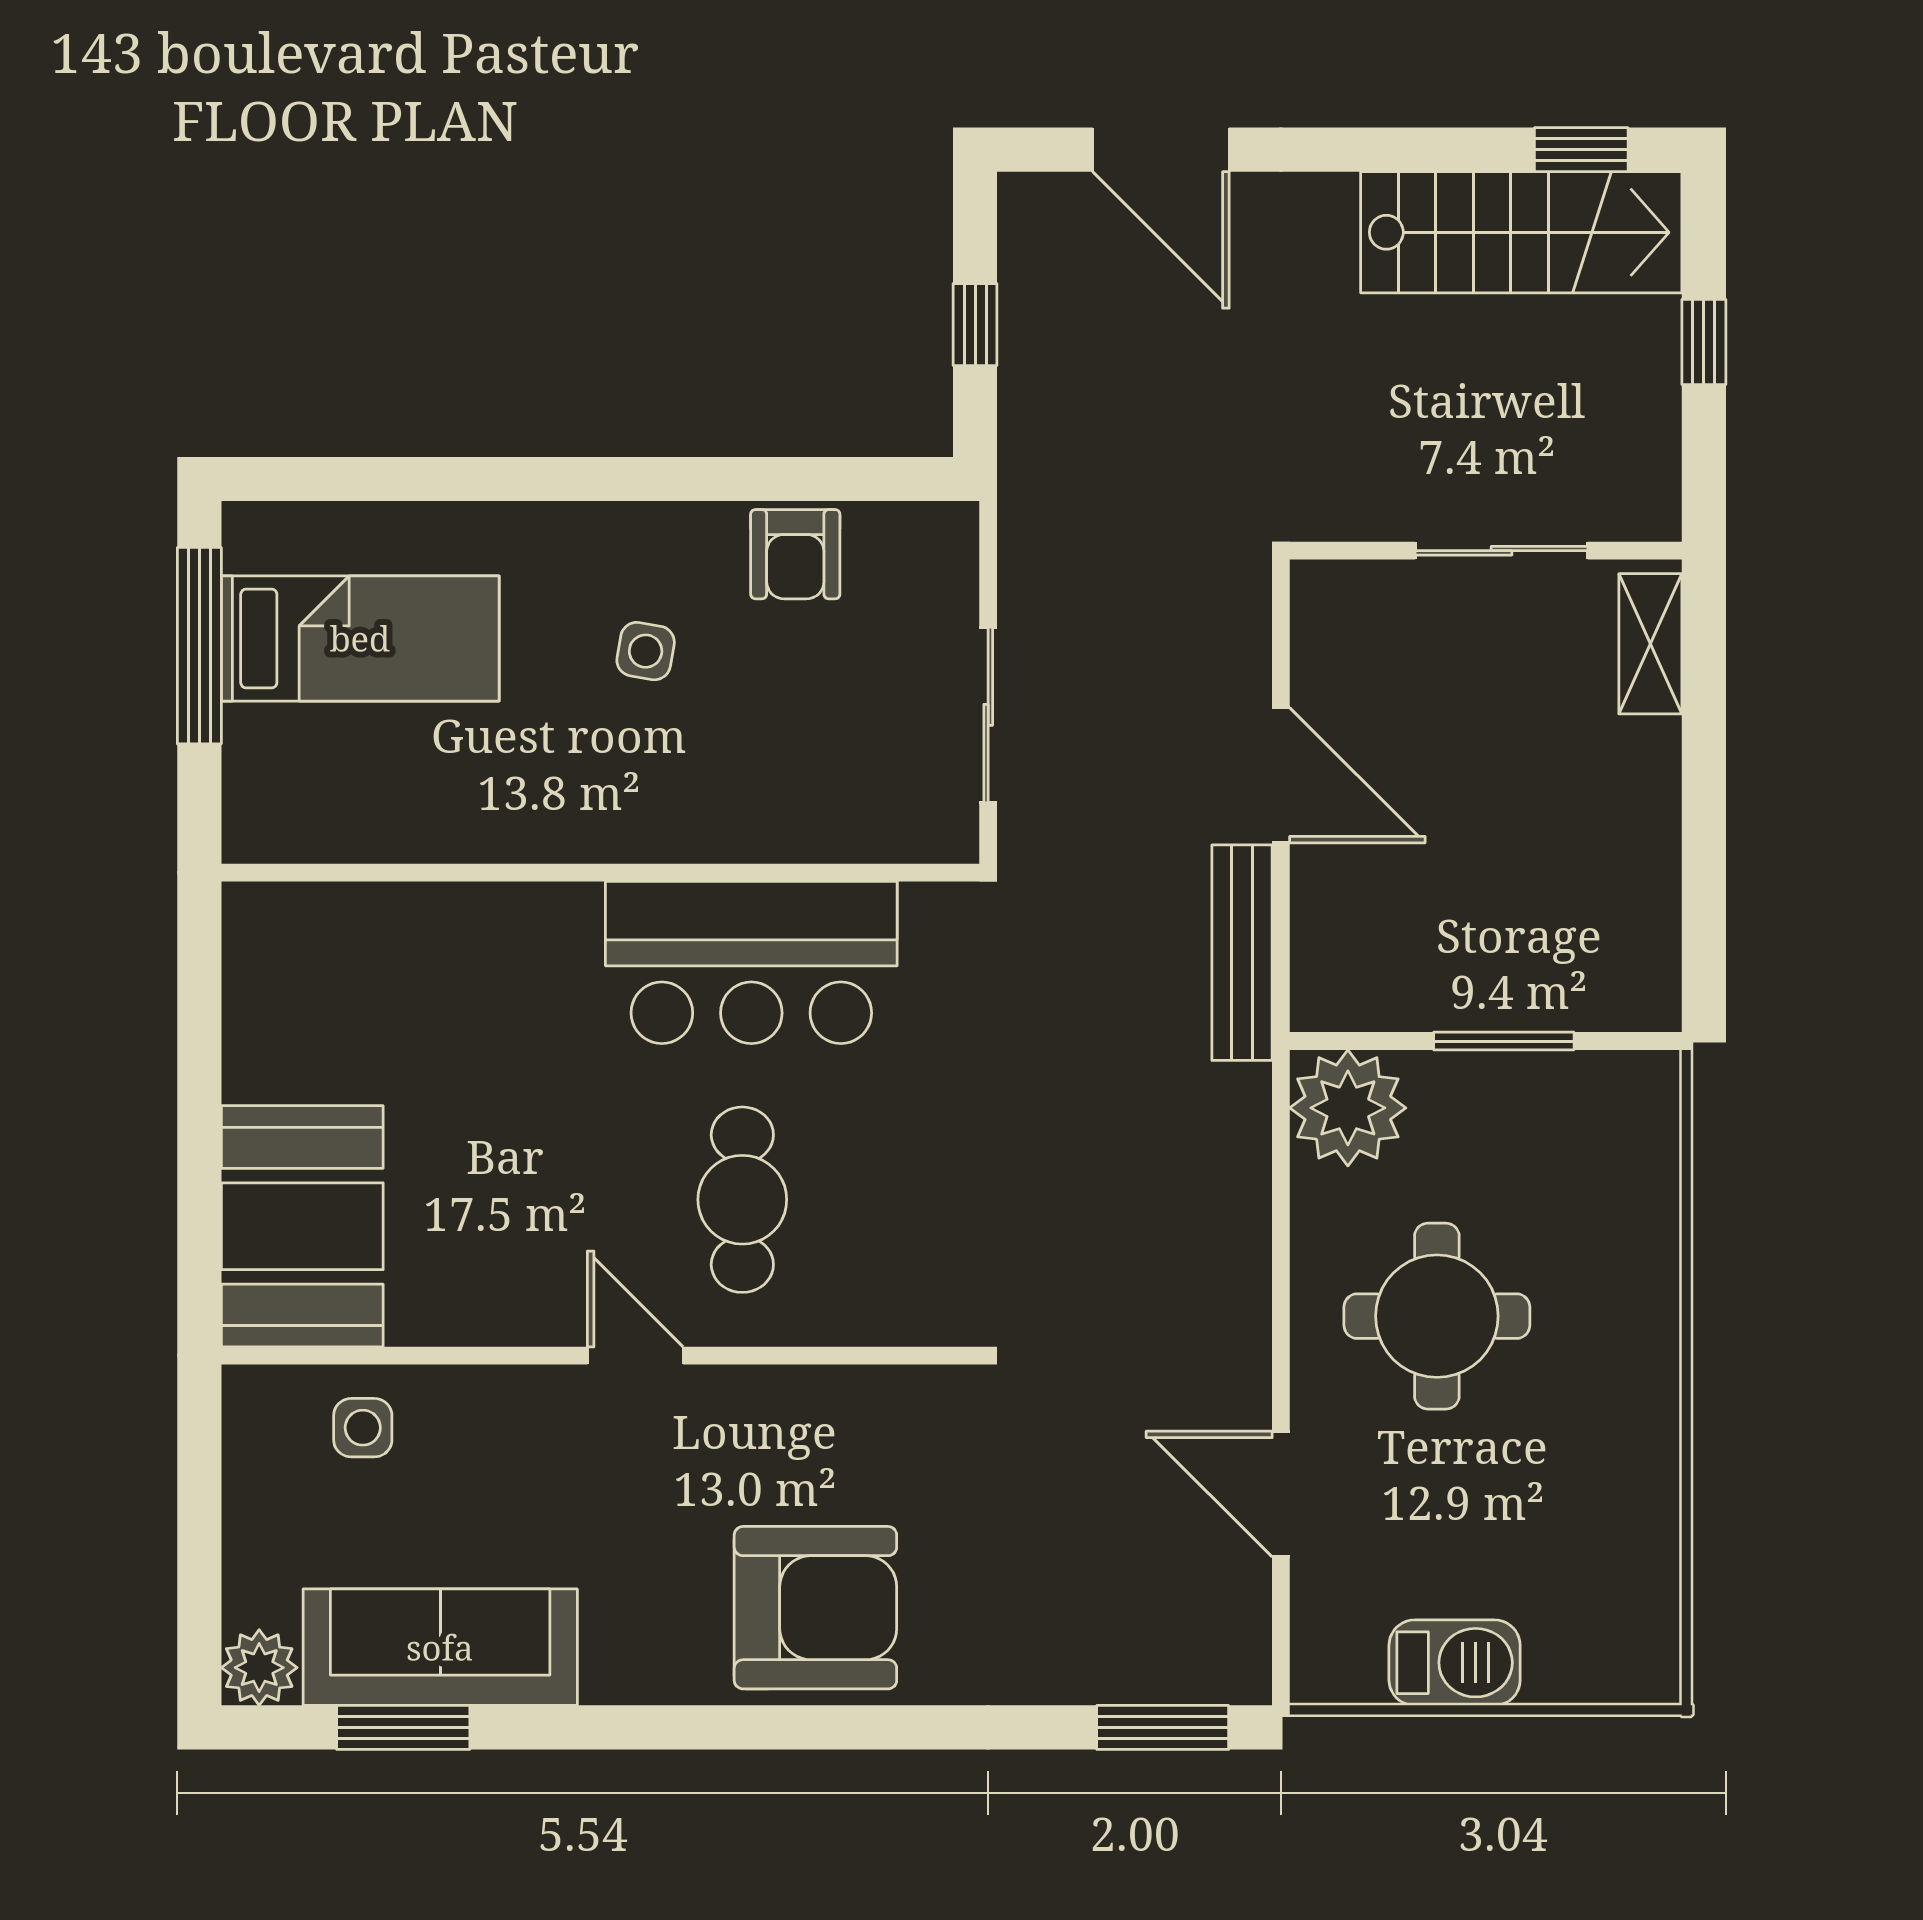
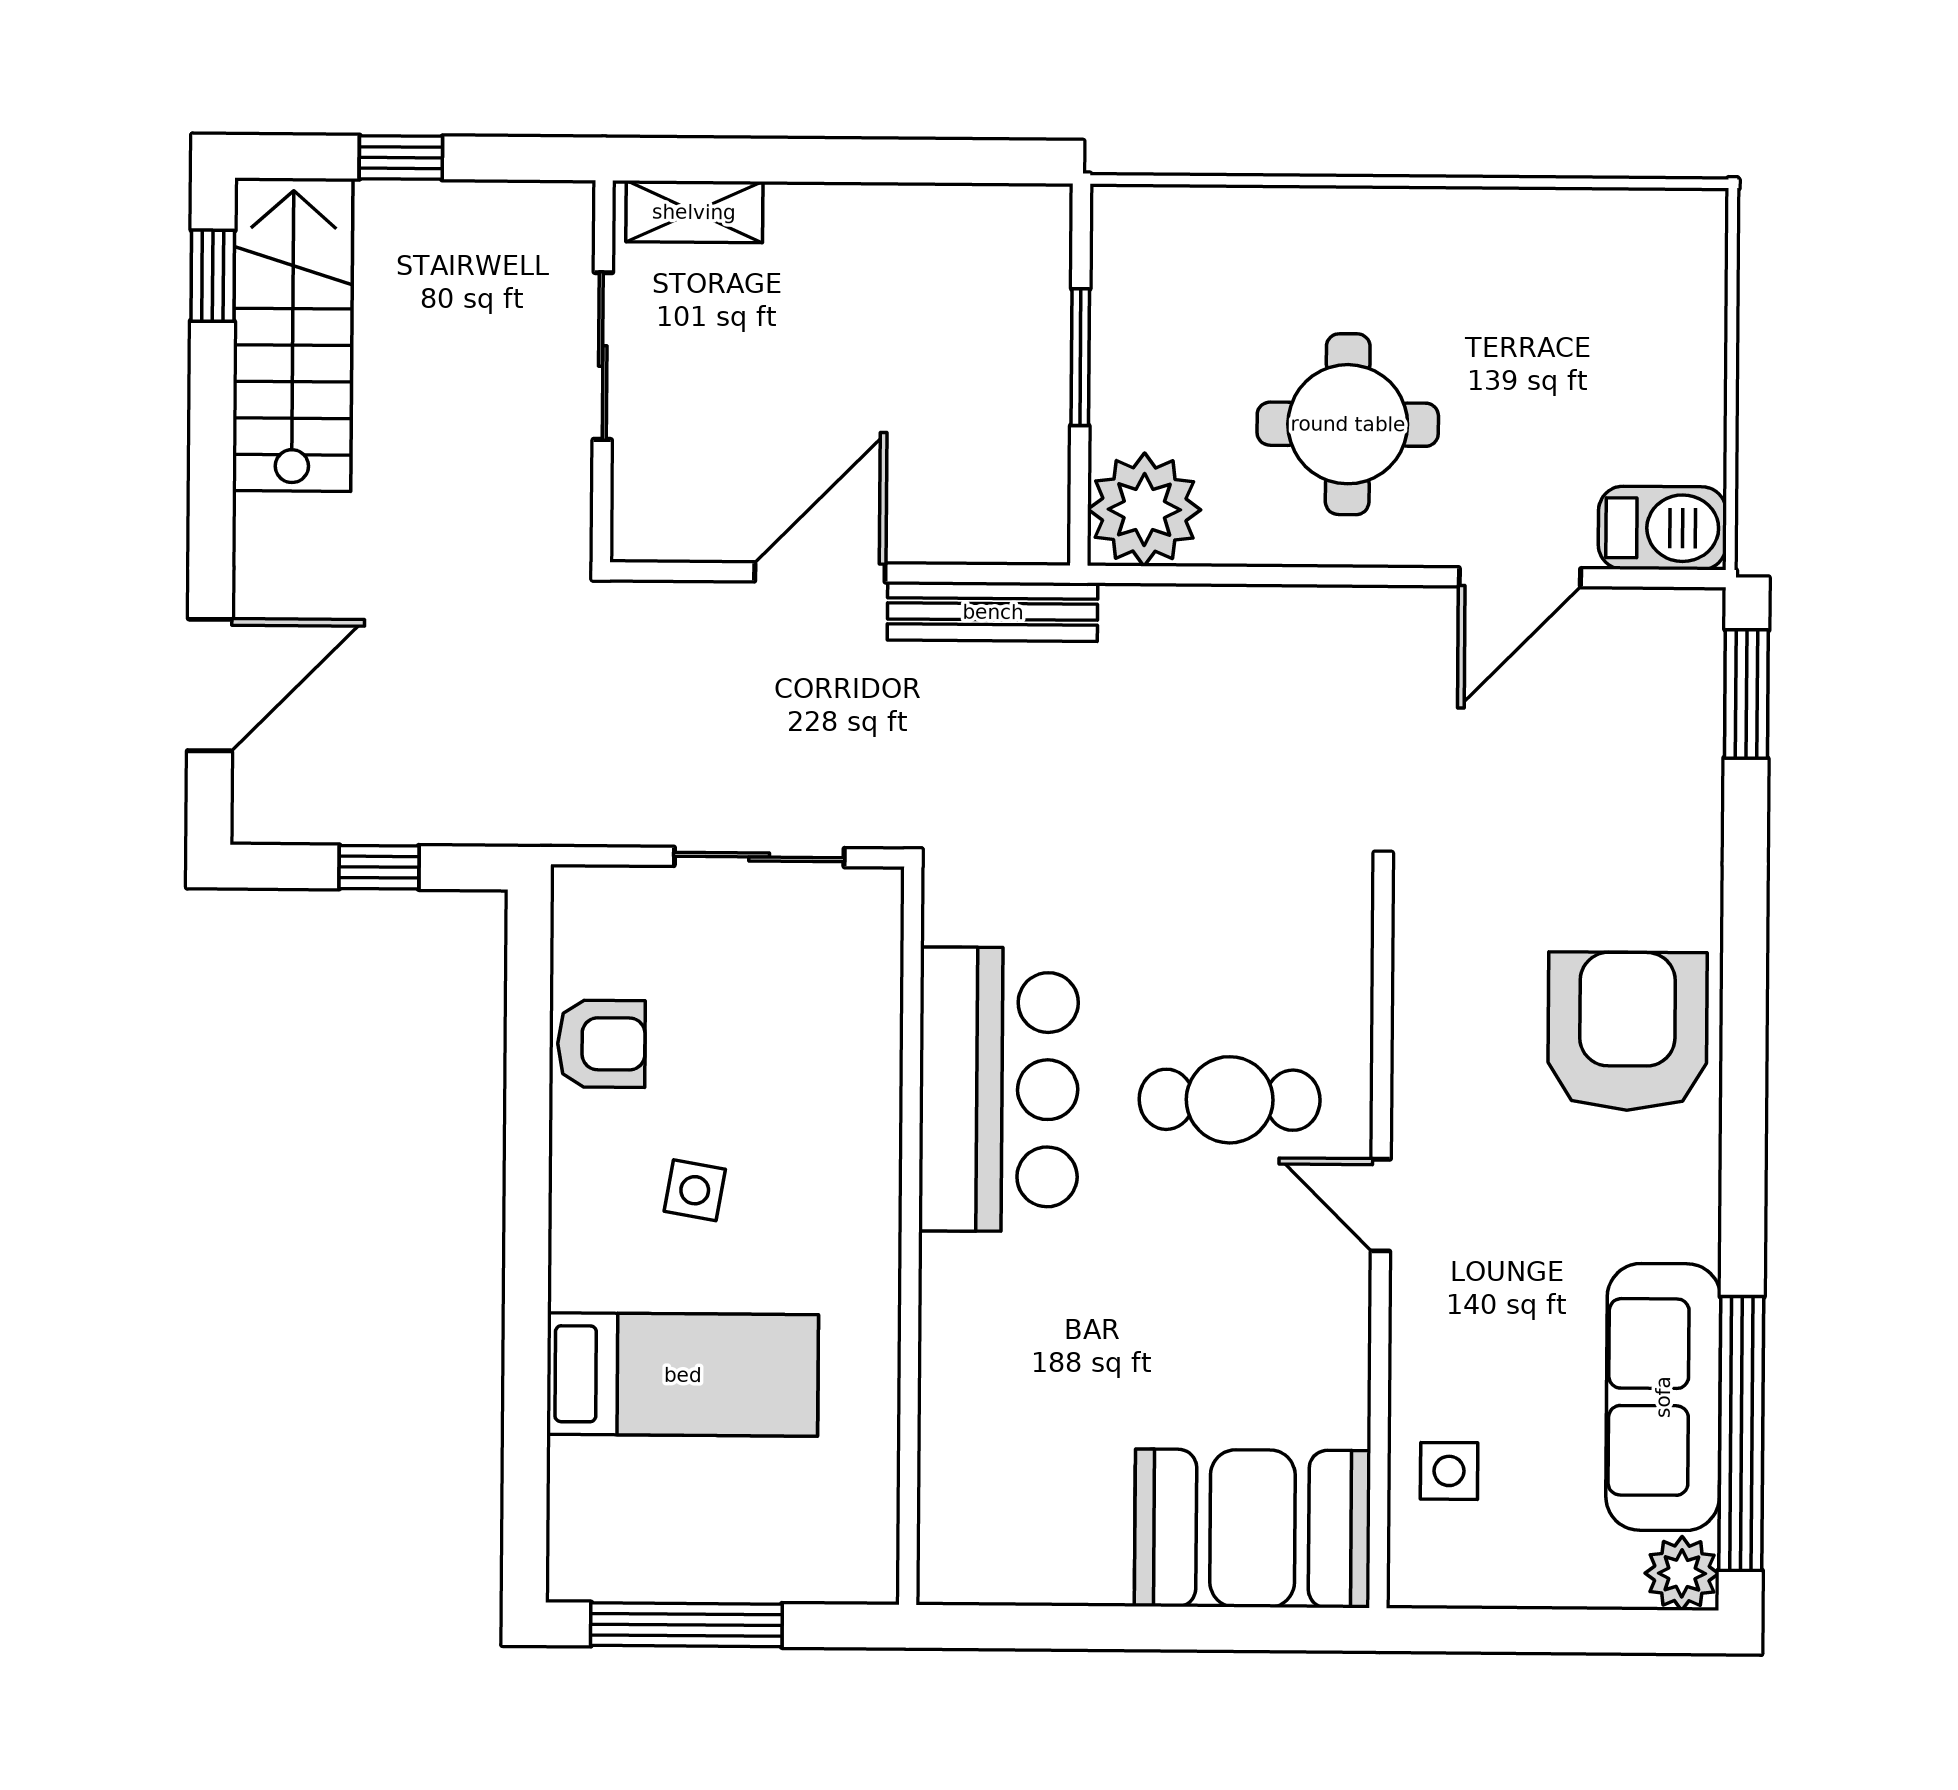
bed: (360, 638) -> (683, 1375), moved, turned 90
door: (635, 1356) -> (1381, 1205), hinge flipped
barbecue: (1455, 1663) -> (1662, 528), moved, turned 90
window: (403, 1727) -> (1741, 1434), width x2.11

